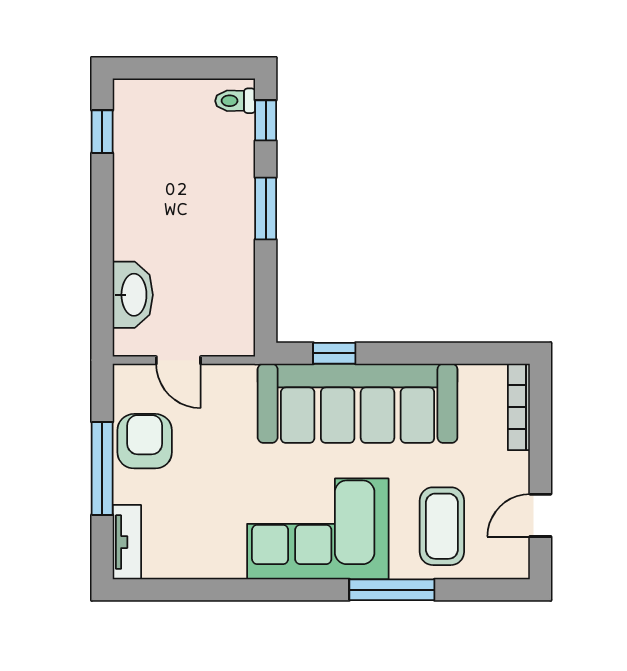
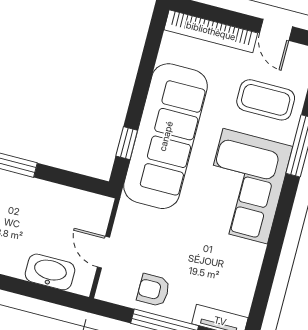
door: (178, 360) -> (103, 252), swing flipped
bookcase: (519, 407) -> (211, 31), width x1.48, depth x1.31
armchair: (145, 441) -> (153, 290), width x0.72, depth x0.72

